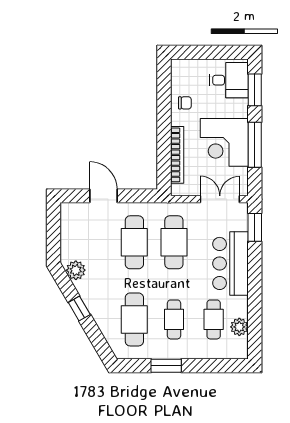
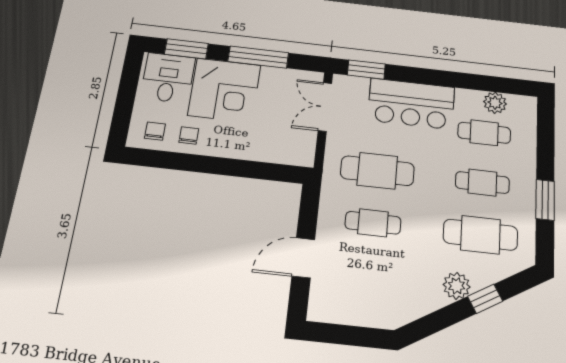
chair: (185, 78) -> (155, 131), added
corner desk: (224, 142) -> (224, 90), moved
bookcase: (177, 155) -> (258, 153), removed
cafe table: (134, 242) -> (373, 223), width x0.73, depth x0.74
plant: (76, 270) -> (457, 286), moved
window: (79, 308) -> (485, 299), moved

